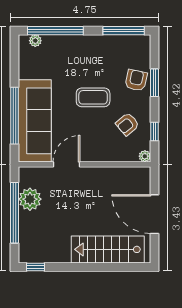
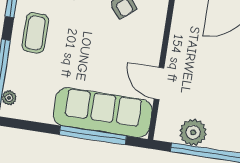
coffee table: (93, 97) -> (35, 33), moved

